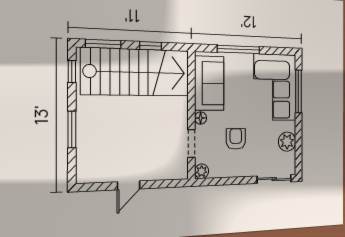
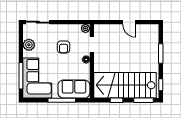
sofa: (209, 83) -> (74, 89), moved, turned 90
door: (129, 185) -> (129, 22), swing flipped

